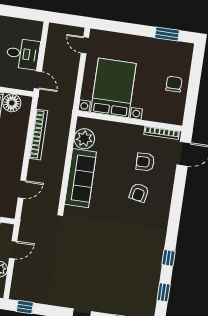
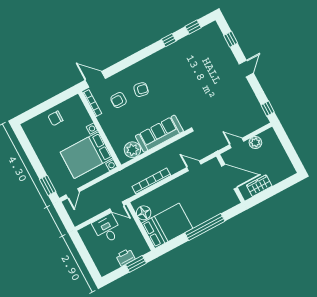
window: (167, 34) -> (48, 185), moved
door: (38, 80) -> (117, 207), swing flipped
armchair: (145, 162) -> (119, 100), turned 92

